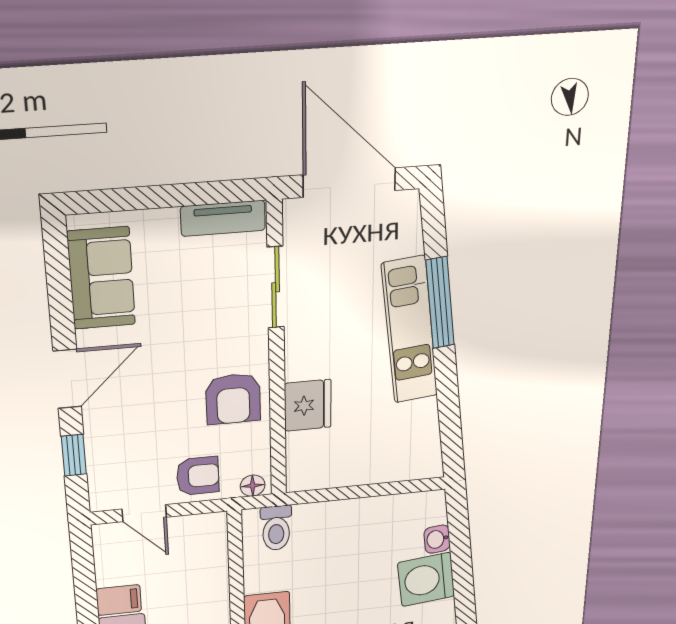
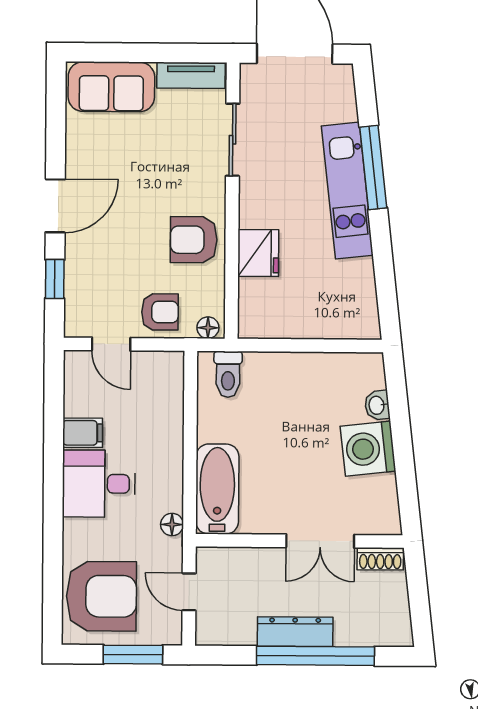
sofa: (101, 278) -> (111, 87), moved, turned 90
armchair: (233, 399) -> (194, 240), turned 90

